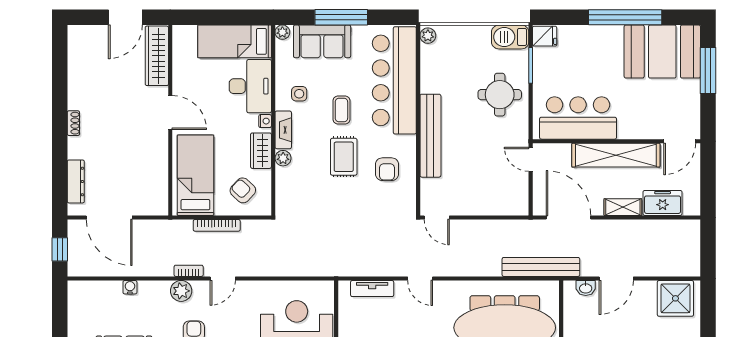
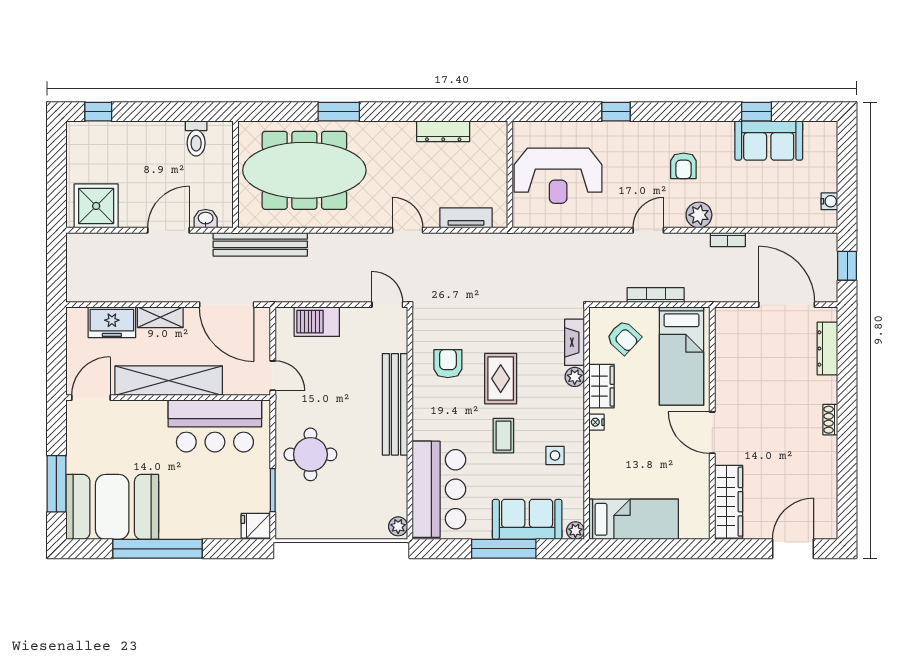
door: (125, 17) -> (793, 549), moved
barbecue: (510, 37) -> (317, 322), moved, turned 180
bar counter: (394, 80) -> (439, 489), width x0.73
desk: (250, 86) -> (615, 465), removed
fireplace: (283, 130) -> (574, 342), moved
bookcase: (189, 271) -> (728, 240), moved
water cooler: (130, 287) -> (829, 201), moved, turned -90

